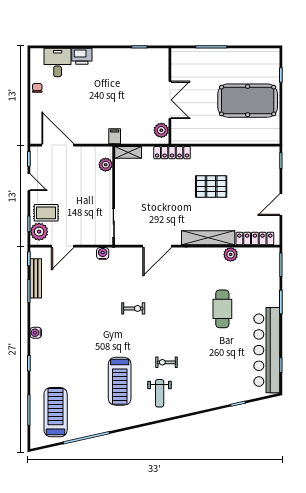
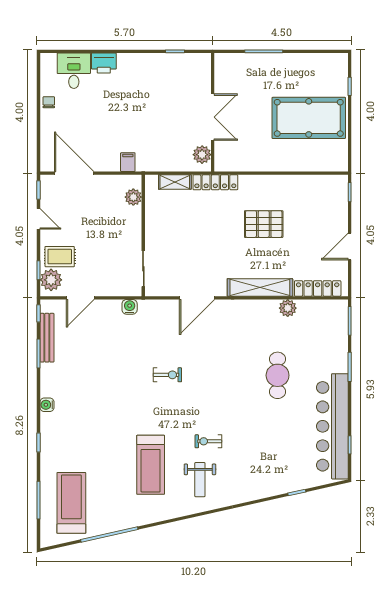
filing cabinet: (115, 136) -> (128, 162), moved
shelving: (128, 152) -> (175, 182), moved

